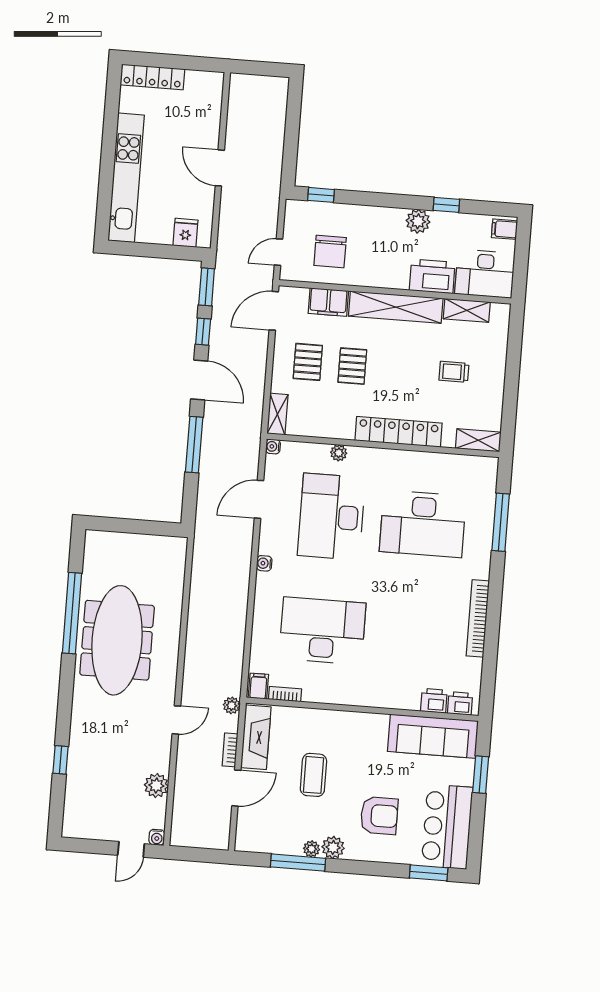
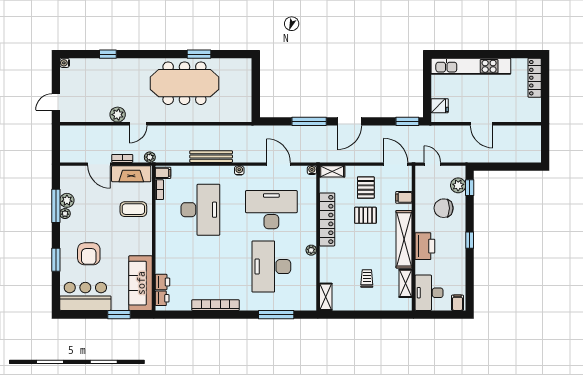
door: (220, 168) -> (481, 124), swing flipped
window: (446, 205) -> (470, 240), moved
plant: (418, 221) -> (458, 185), moved
chair: (330, 251) -> (444, 208), moved
printer: (432, 276) -> (425, 246), moved
filing cabinet: (328, 302) -> (404, 197), width x0.50
window: (203, 332) -> (379, 121), removed
pallet: (308, 362) -> (366, 188), turned 90
locker: (399, 432) -> (327, 219), moved
plant: (339, 453) -> (311, 250), moved
bench: (238, 607) -> (211, 157), added
window: (72, 613) -> (199, 54), width x0.47
door: (176, 720) -> (138, 124), hinge flipped
coffee table: (313, 775) -> (133, 209), moved
plant: (156, 785) -> (118, 115), moved
water cooler: (157, 837) -> (65, 63), moved
plant: (333, 847) -> (67, 200), moved
door: (131, 849) -> (56, 102), hinge flipped
window: (429, 873) -> (56, 260), moved

